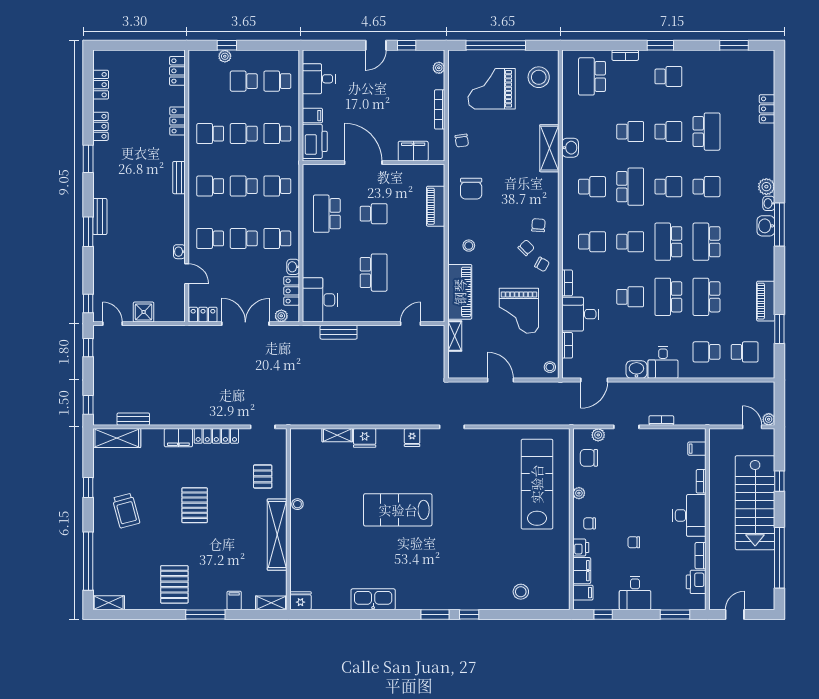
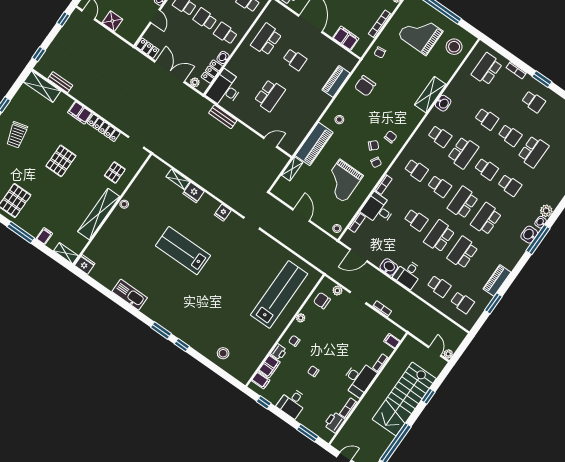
school desk: (706, 352) -> (439, 286), turned 180

